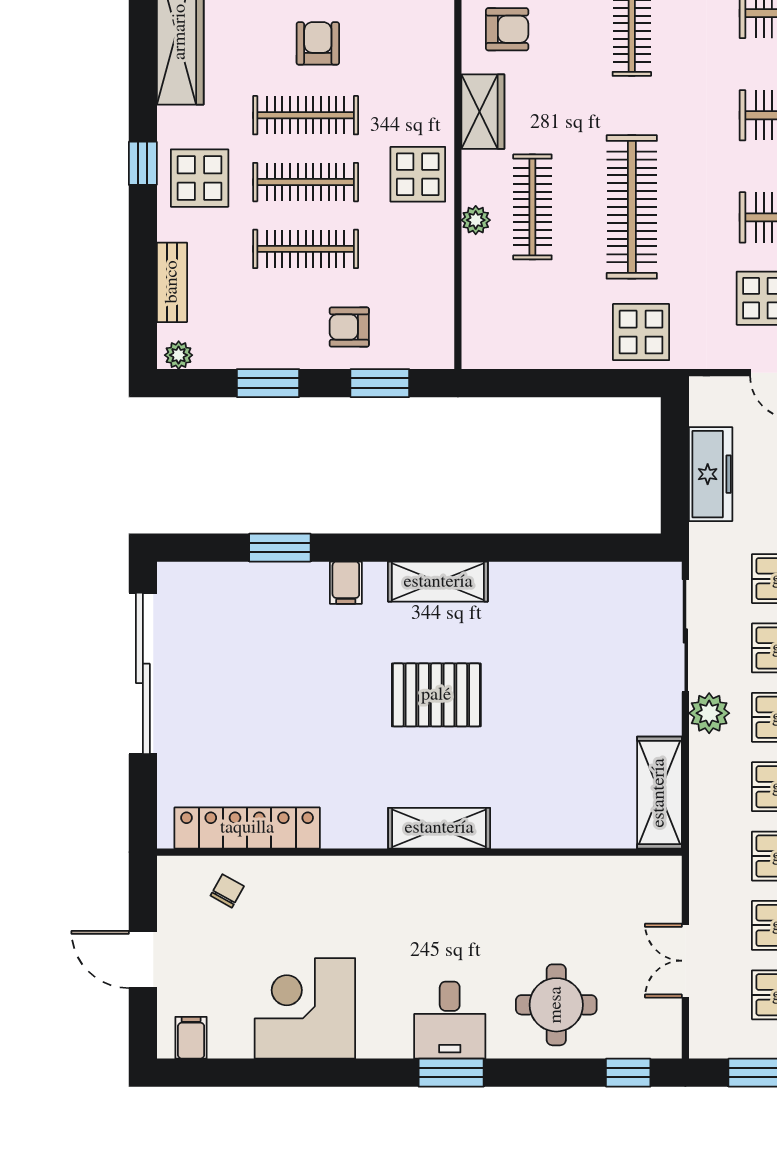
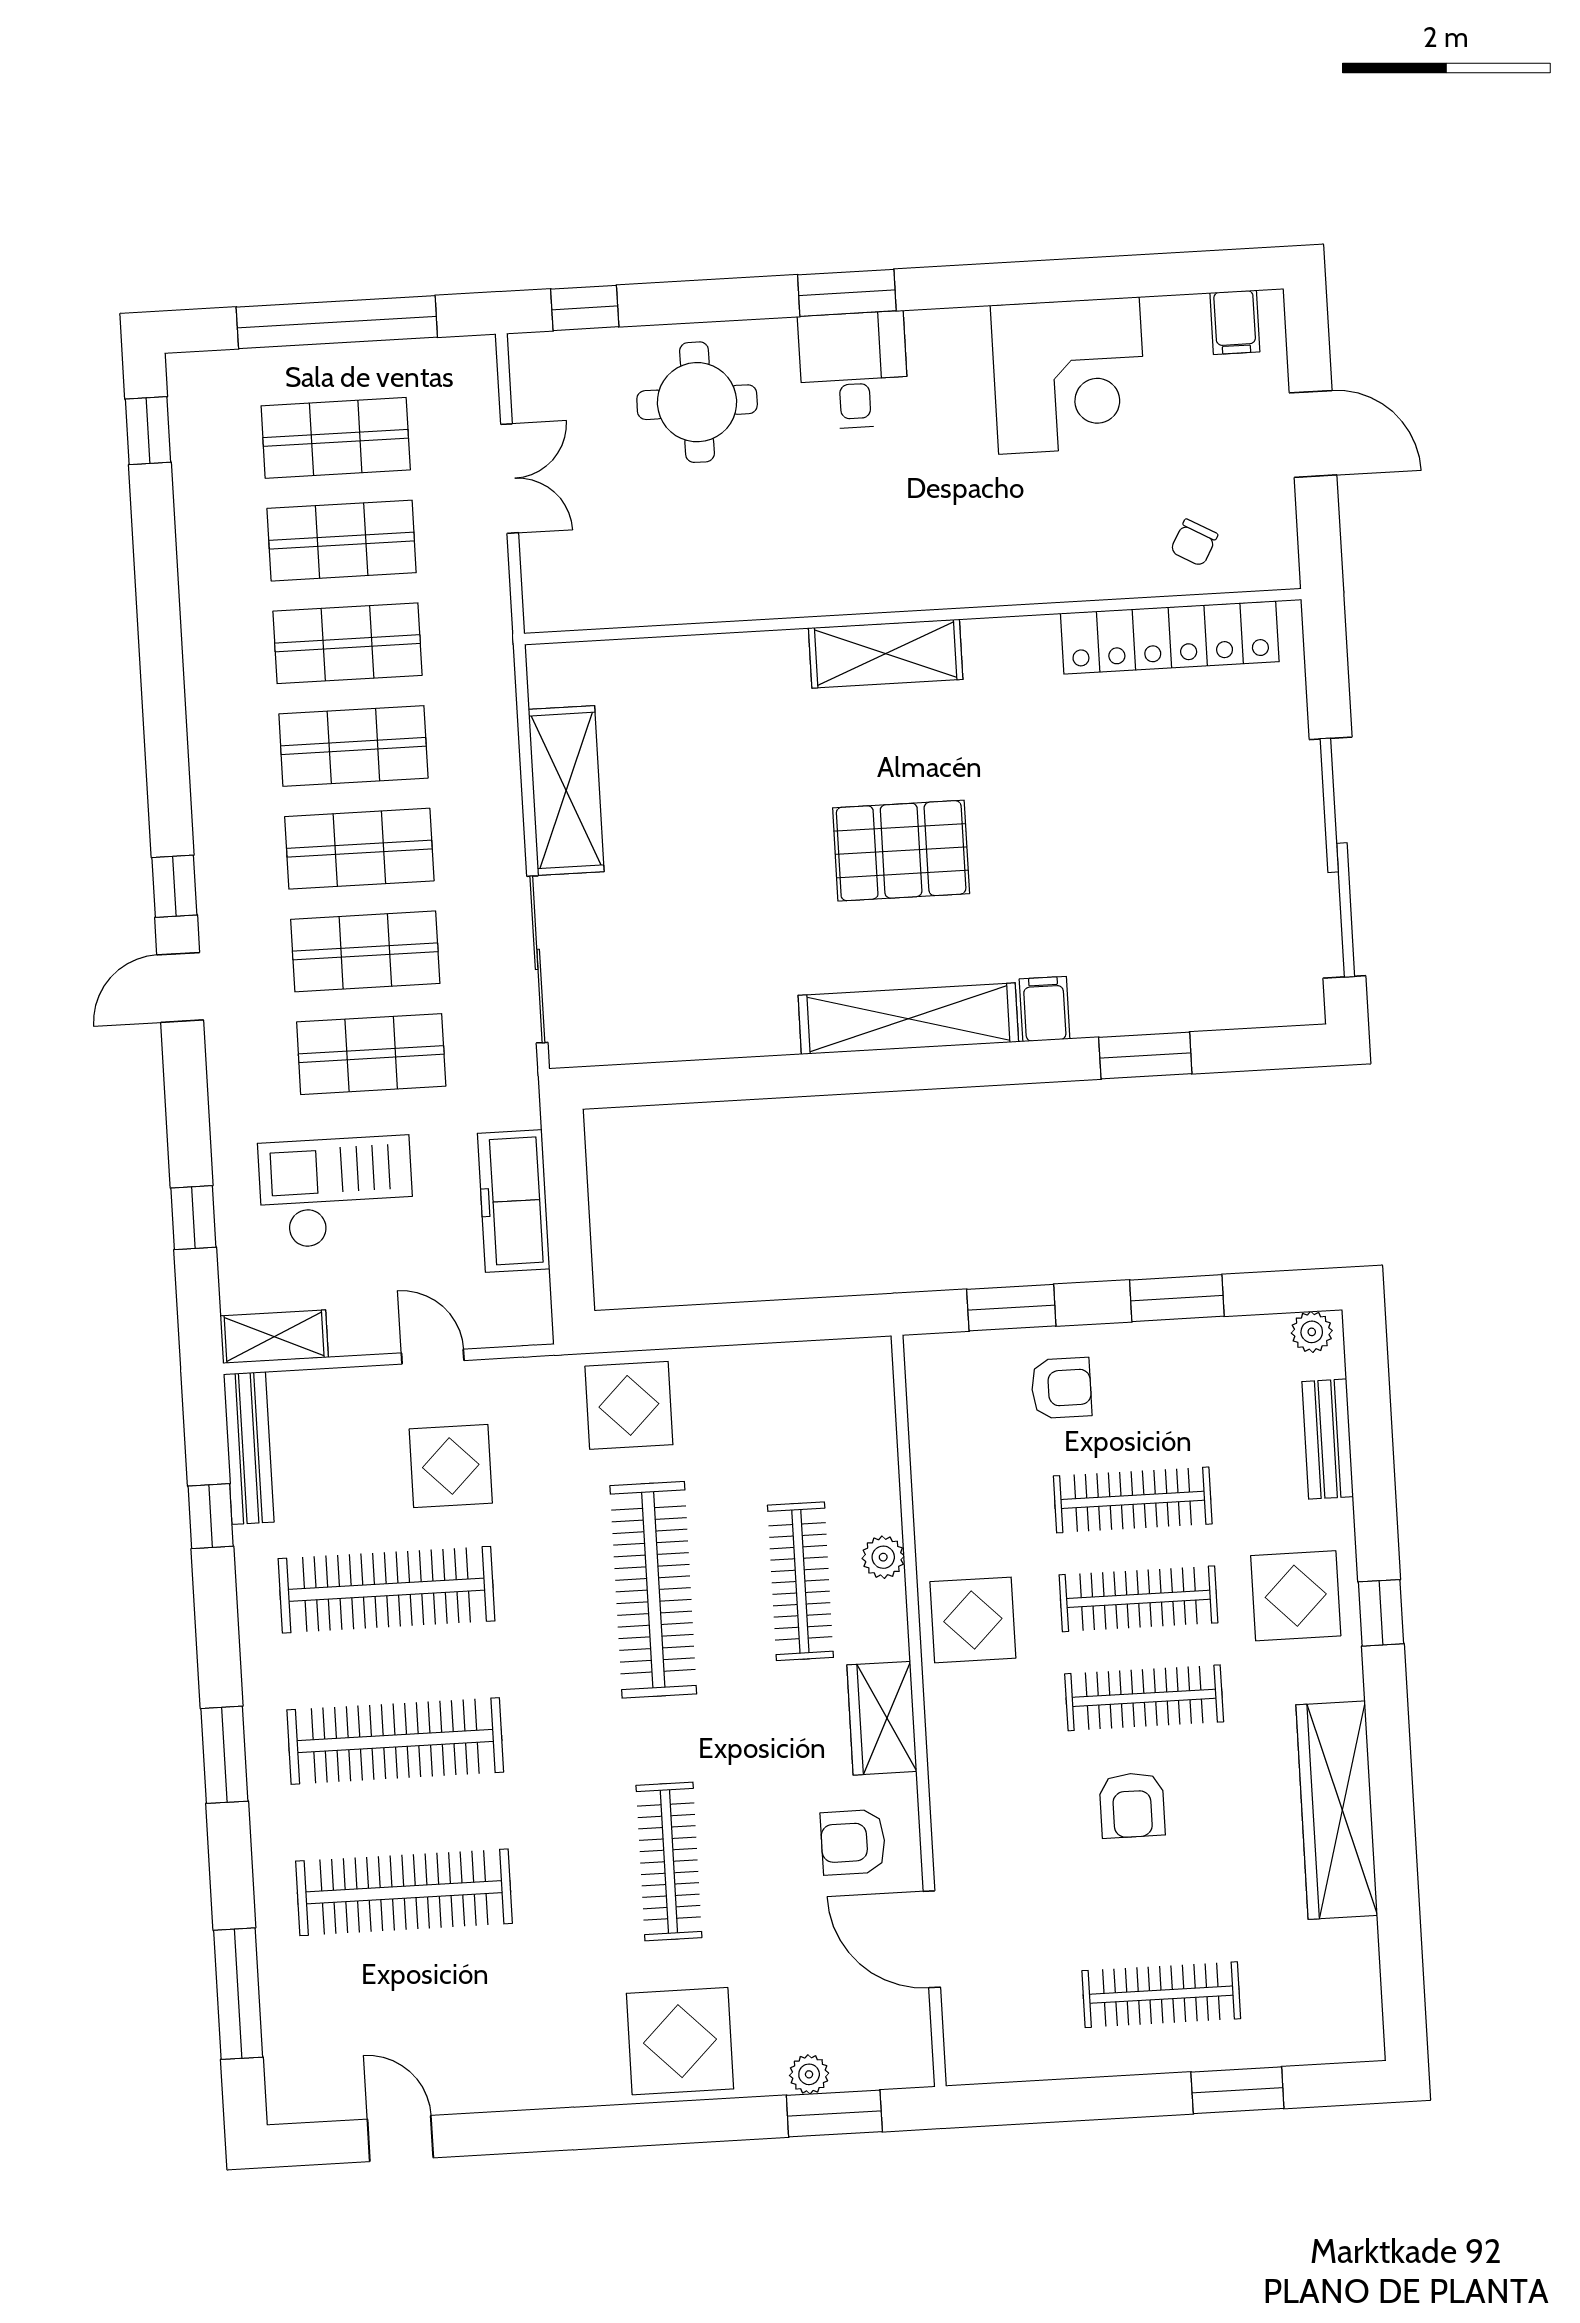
shelving: (438, 582) -> (908, 1019), width x1.47
plant: (709, 713) -> (496, 847), removed
shelving: (659, 793) -> (566, 790), moved

